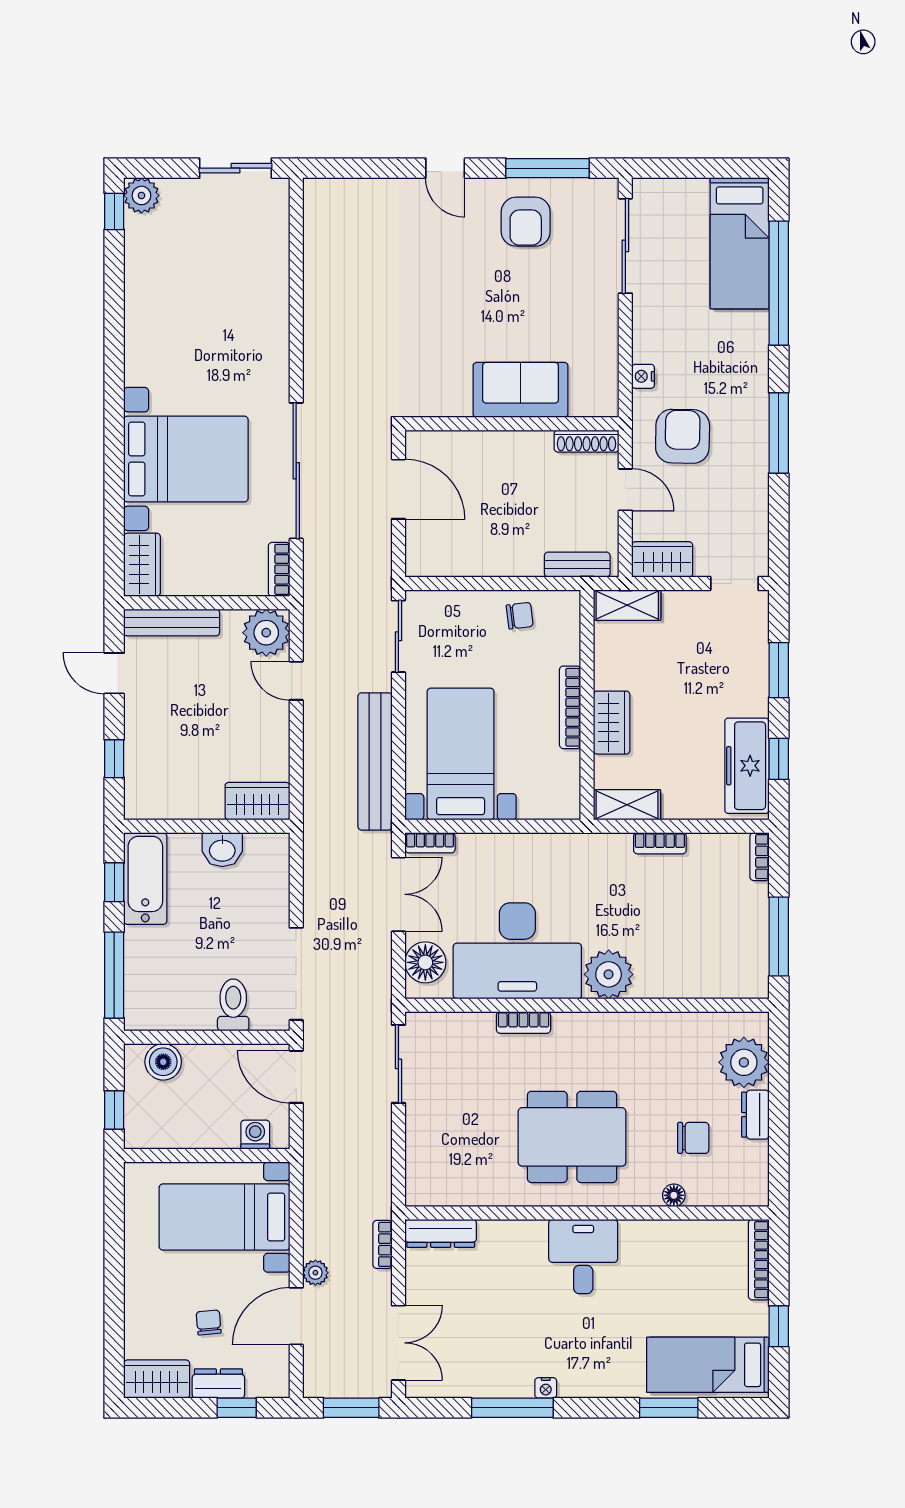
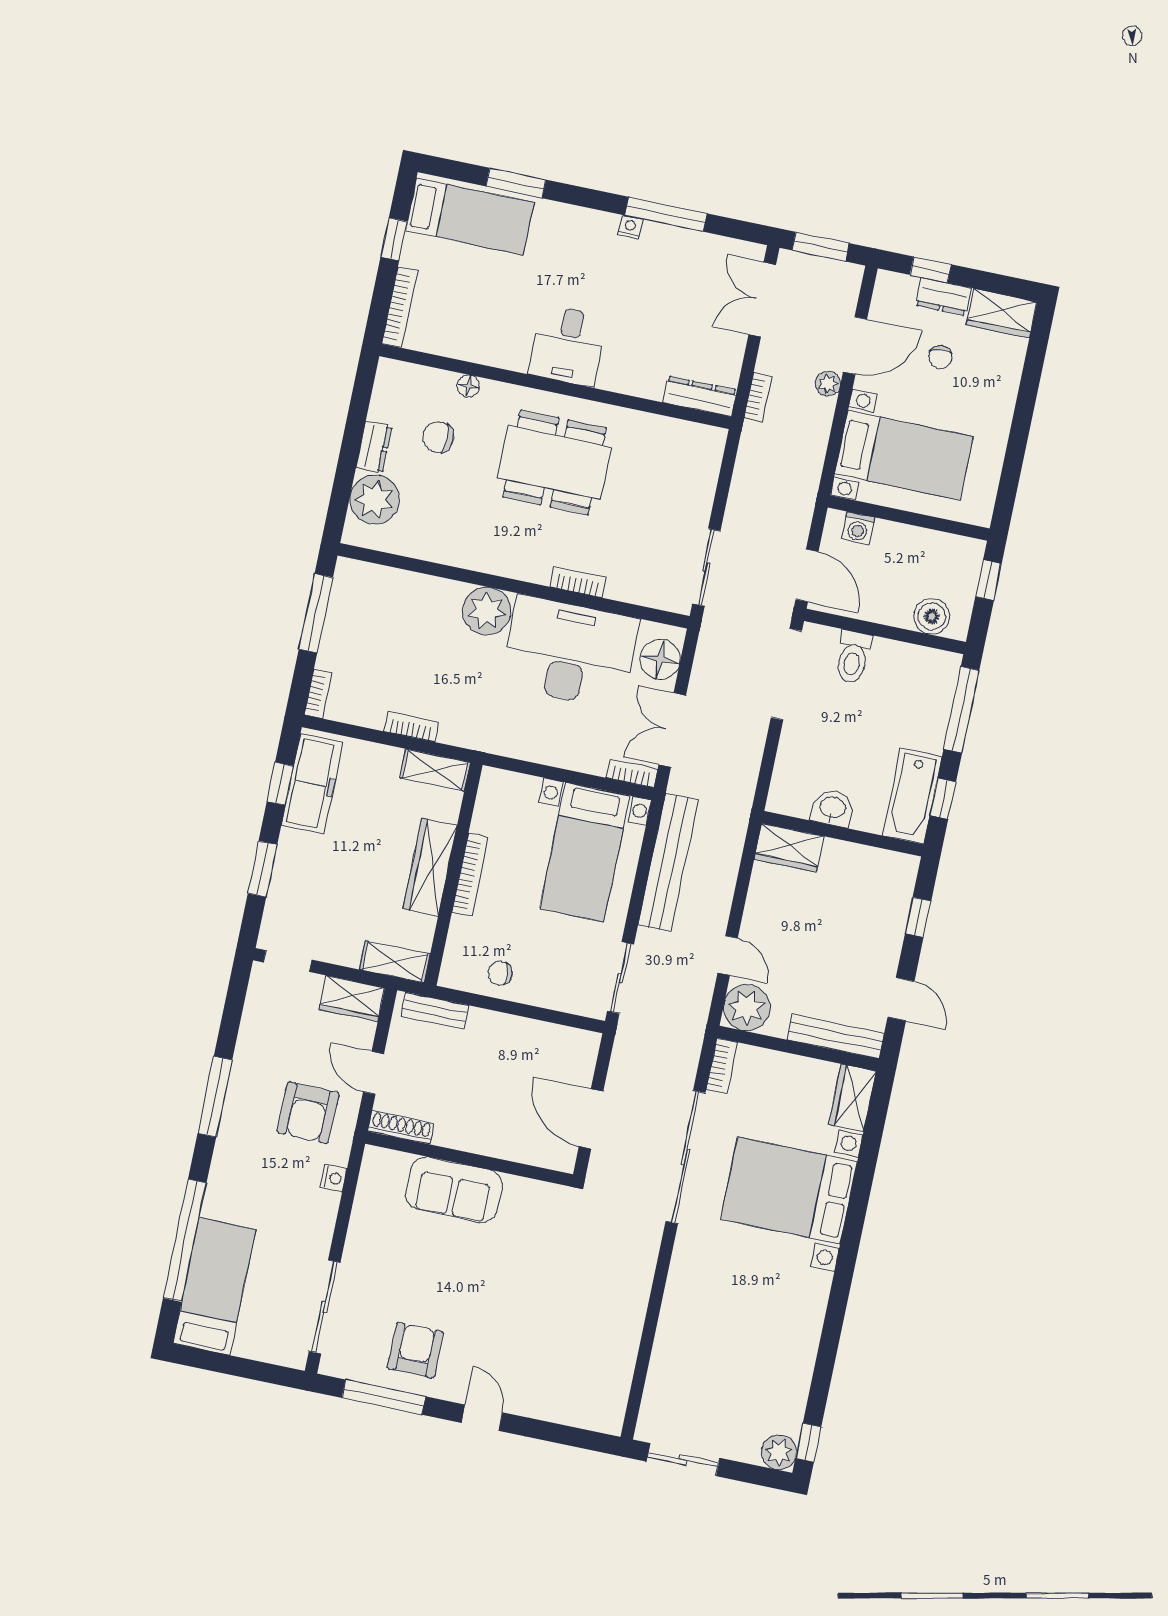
wardrobe: (612, 723) -> (430, 867), width x1.50

